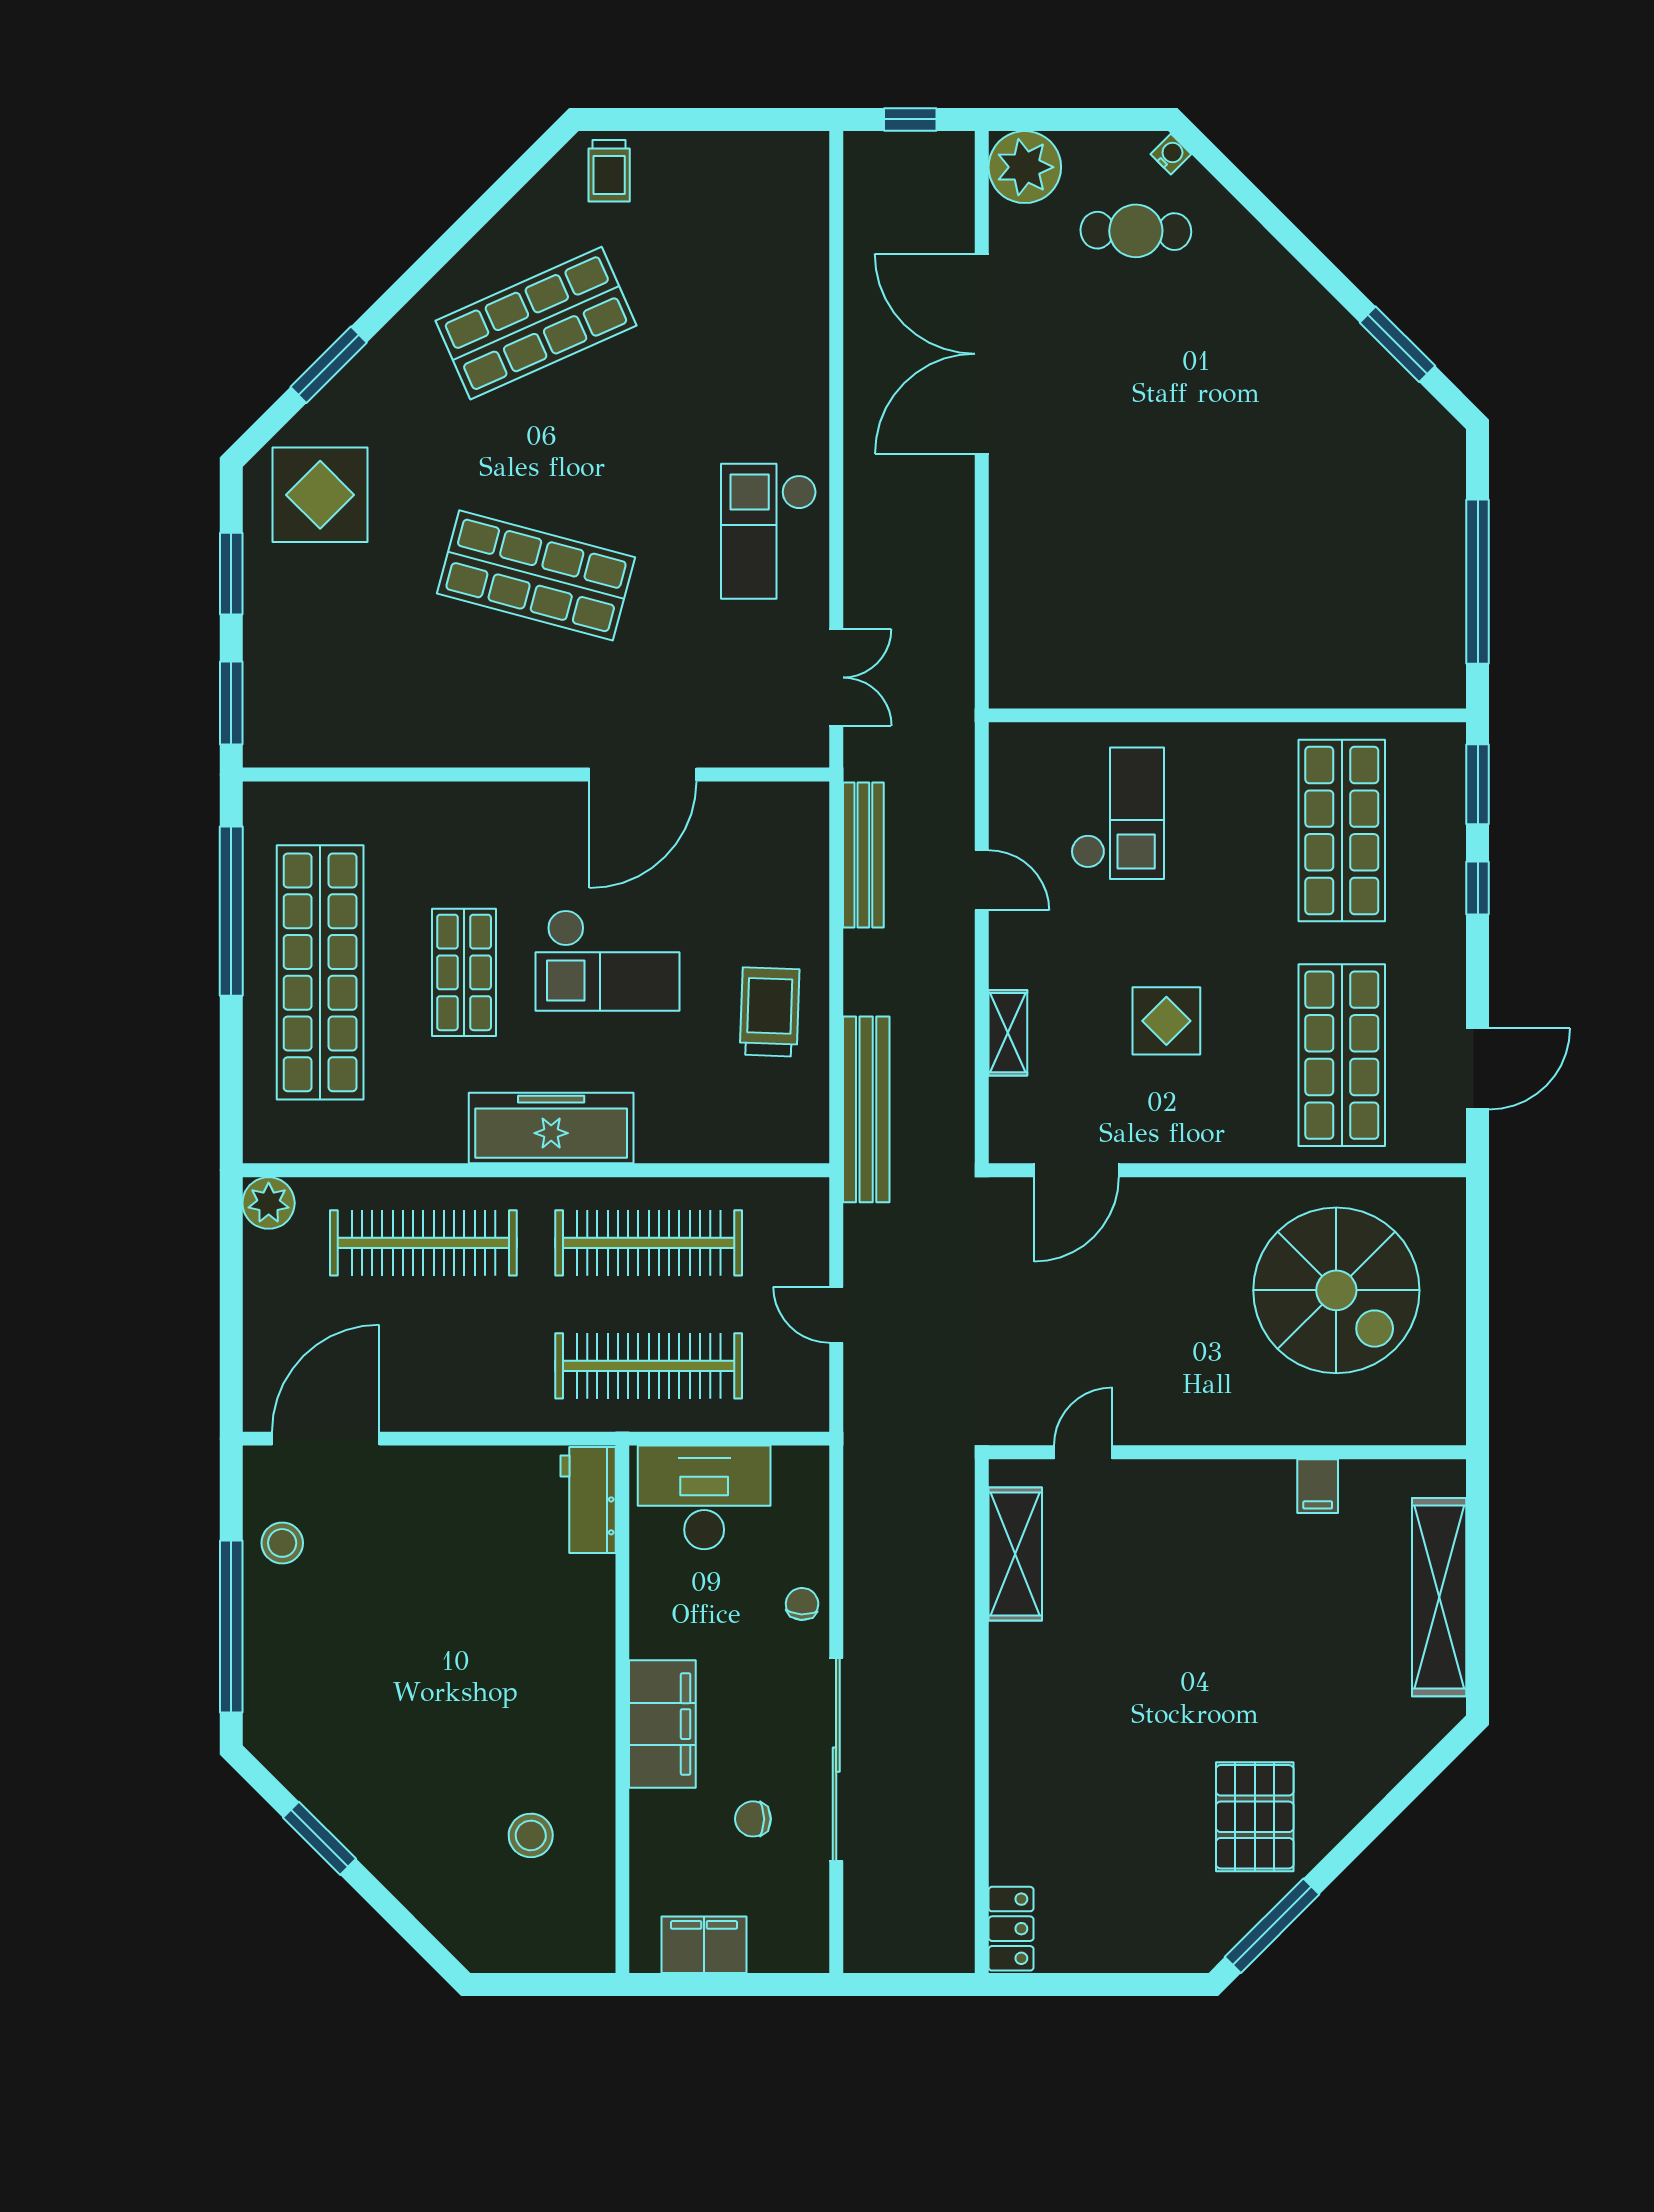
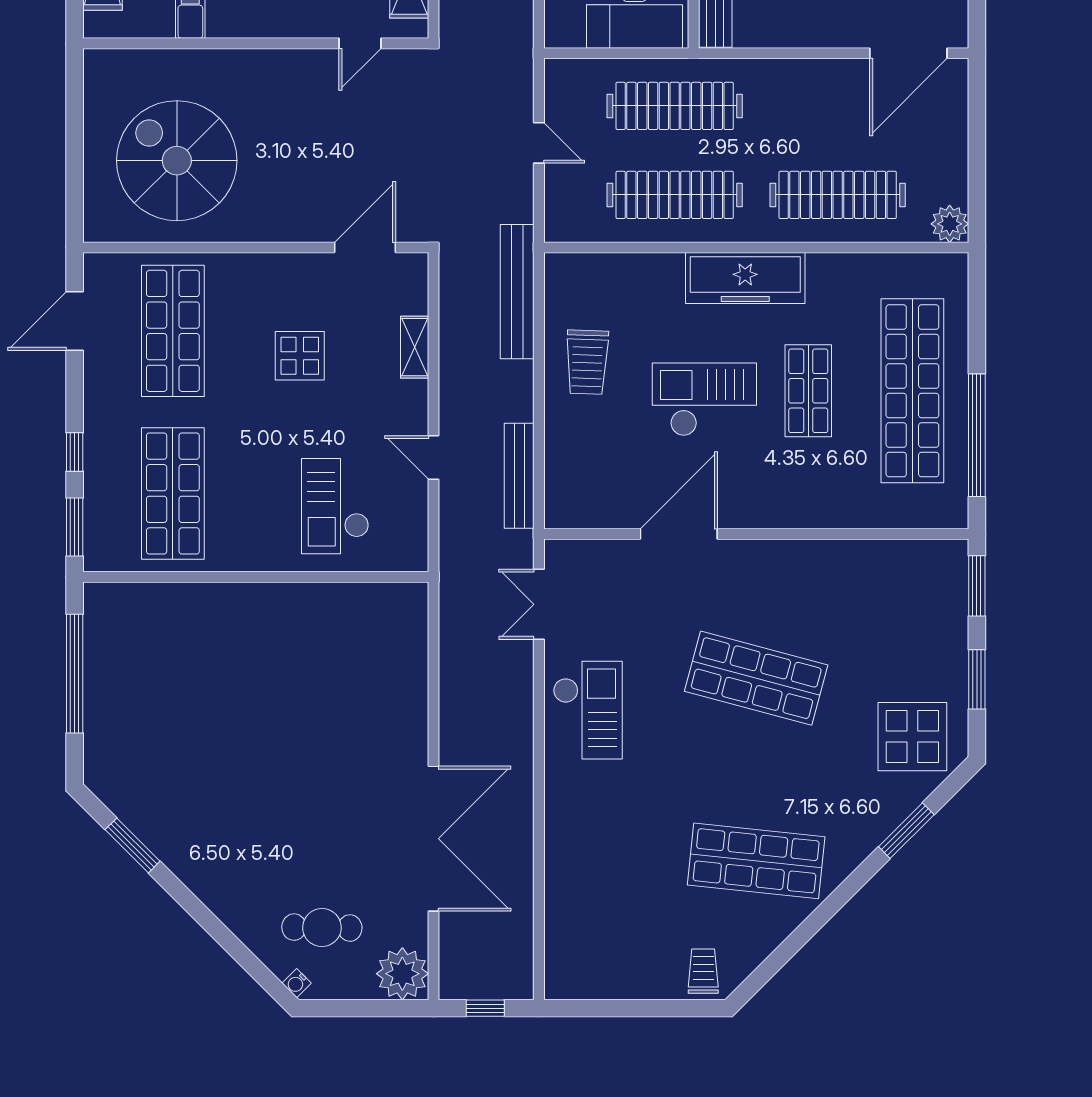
shop shelf: (536, 323) -> (756, 861), turned 30

